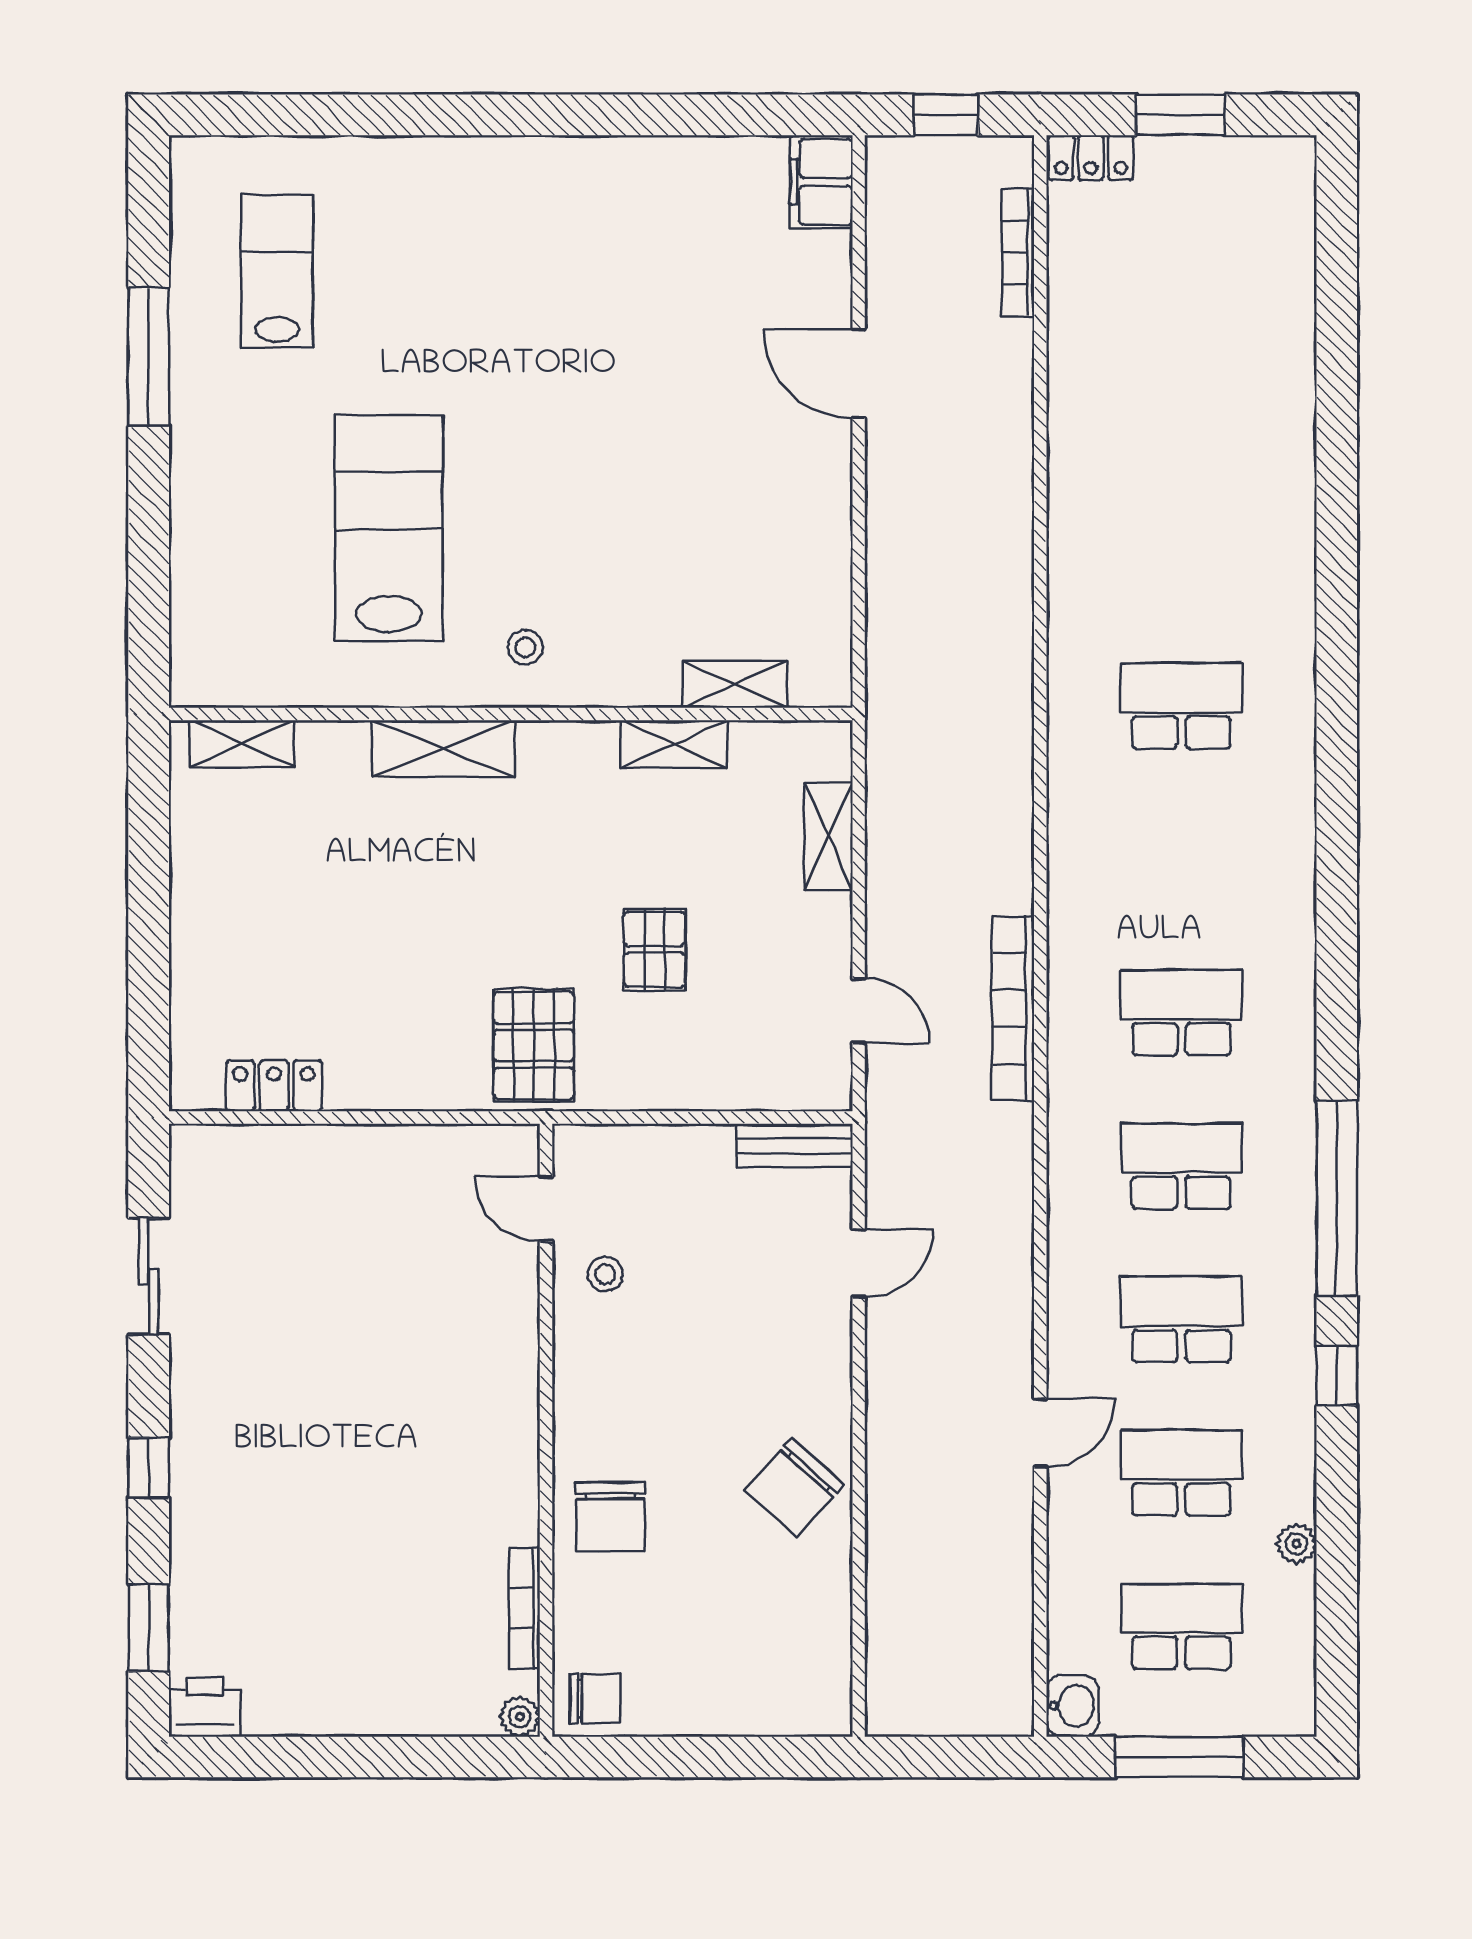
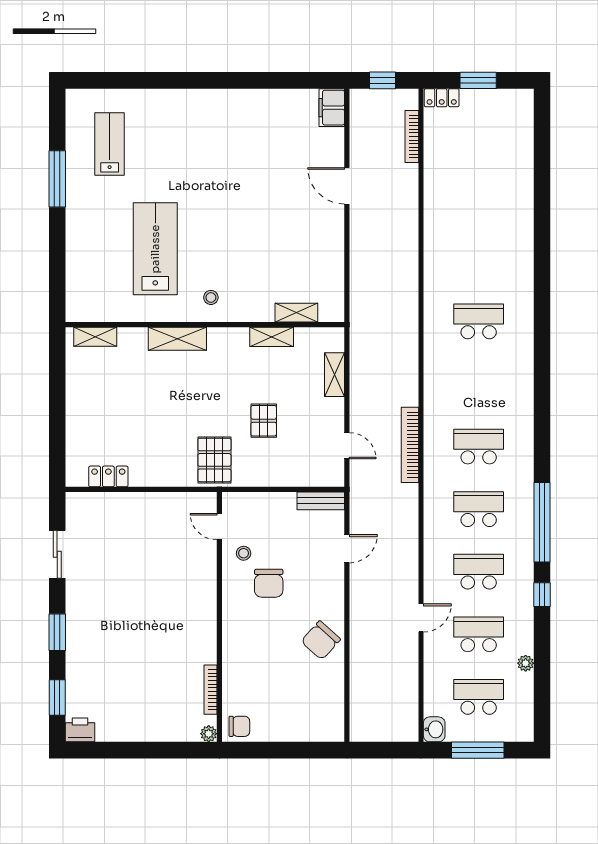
window: (149, 1468) -> (57, 632), width x1.50
chair: (610, 1517) -> (269, 583), moved

